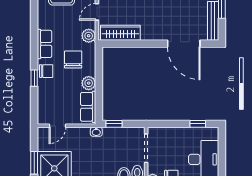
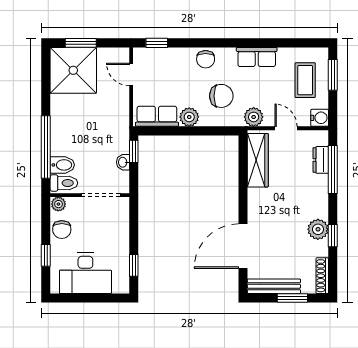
row of seats: (45, 44) -> (257, 57), moved
window: (34, 78) -> (157, 43), moved
washbasin: (96, 132) -> (123, 162), moved

